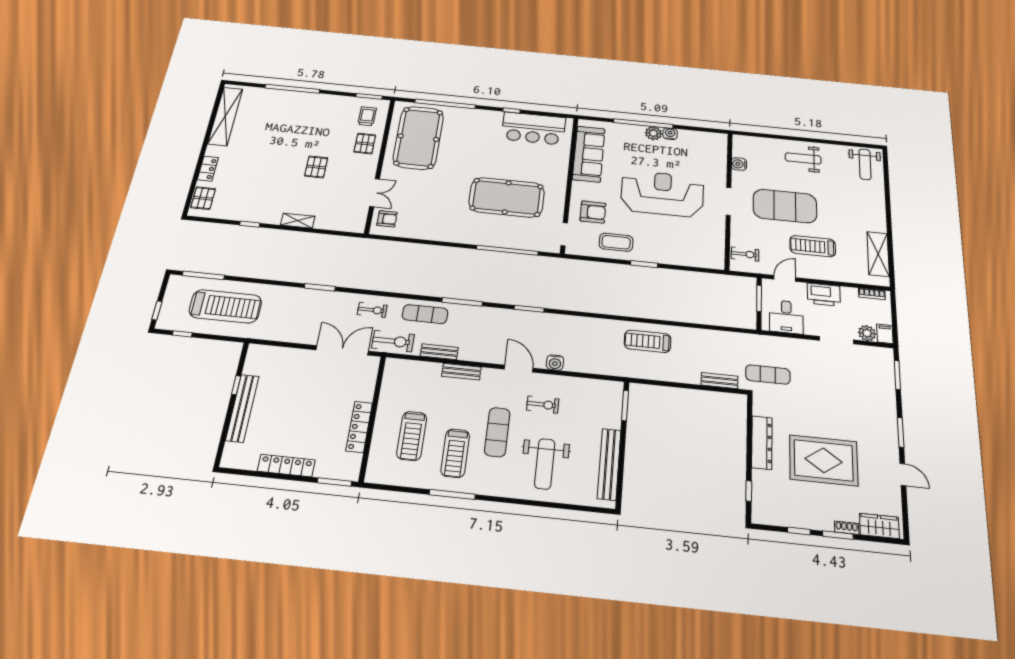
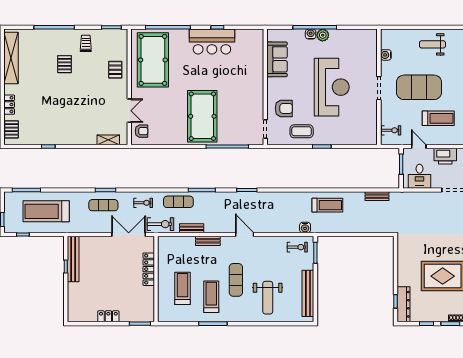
trolley: (367, 116) -> (86, 43), moved
bar counter: (534, 128) -> (212, 42), moved
water cooler: (670, 134) -> (311, 34), moved
sofa: (589, 154) -> (277, 59), width x0.73
pallet: (316, 167) -> (65, 64), moved
reception desk: (662, 194) -> (332, 87), turned 90
pool table: (507, 197) -> (202, 116), moved, turned 90
shelving: (298, 221) -> (108, 140), moved
treadmill: (813, 246) -> (438, 118), turned 180
door: (785, 278) -> (419, 146), hinge flipped
treadmill: (225, 306) -> (46, 211), turned 180
treadmill: (648, 341) -> (327, 205), turned 180
water cooler: (555, 362) -> (305, 227), moved
exercise mat: (768, 375) -> (103, 205), moved
bench: (719, 381) -> (377, 196), moved
exercise bike: (543, 405) -> (297, 247), moved
bench: (242, 408) -> (73, 259), moved
locker: (359, 427) -> (149, 269), moved
treadmill: (412, 436) -> (183, 288), turned 180
dresser: (762, 443) -> (404, 304), moved
treadmill: (455, 453) -> (211, 297), turned 180
locker: (286, 466) -> (108, 316), width x0.66

